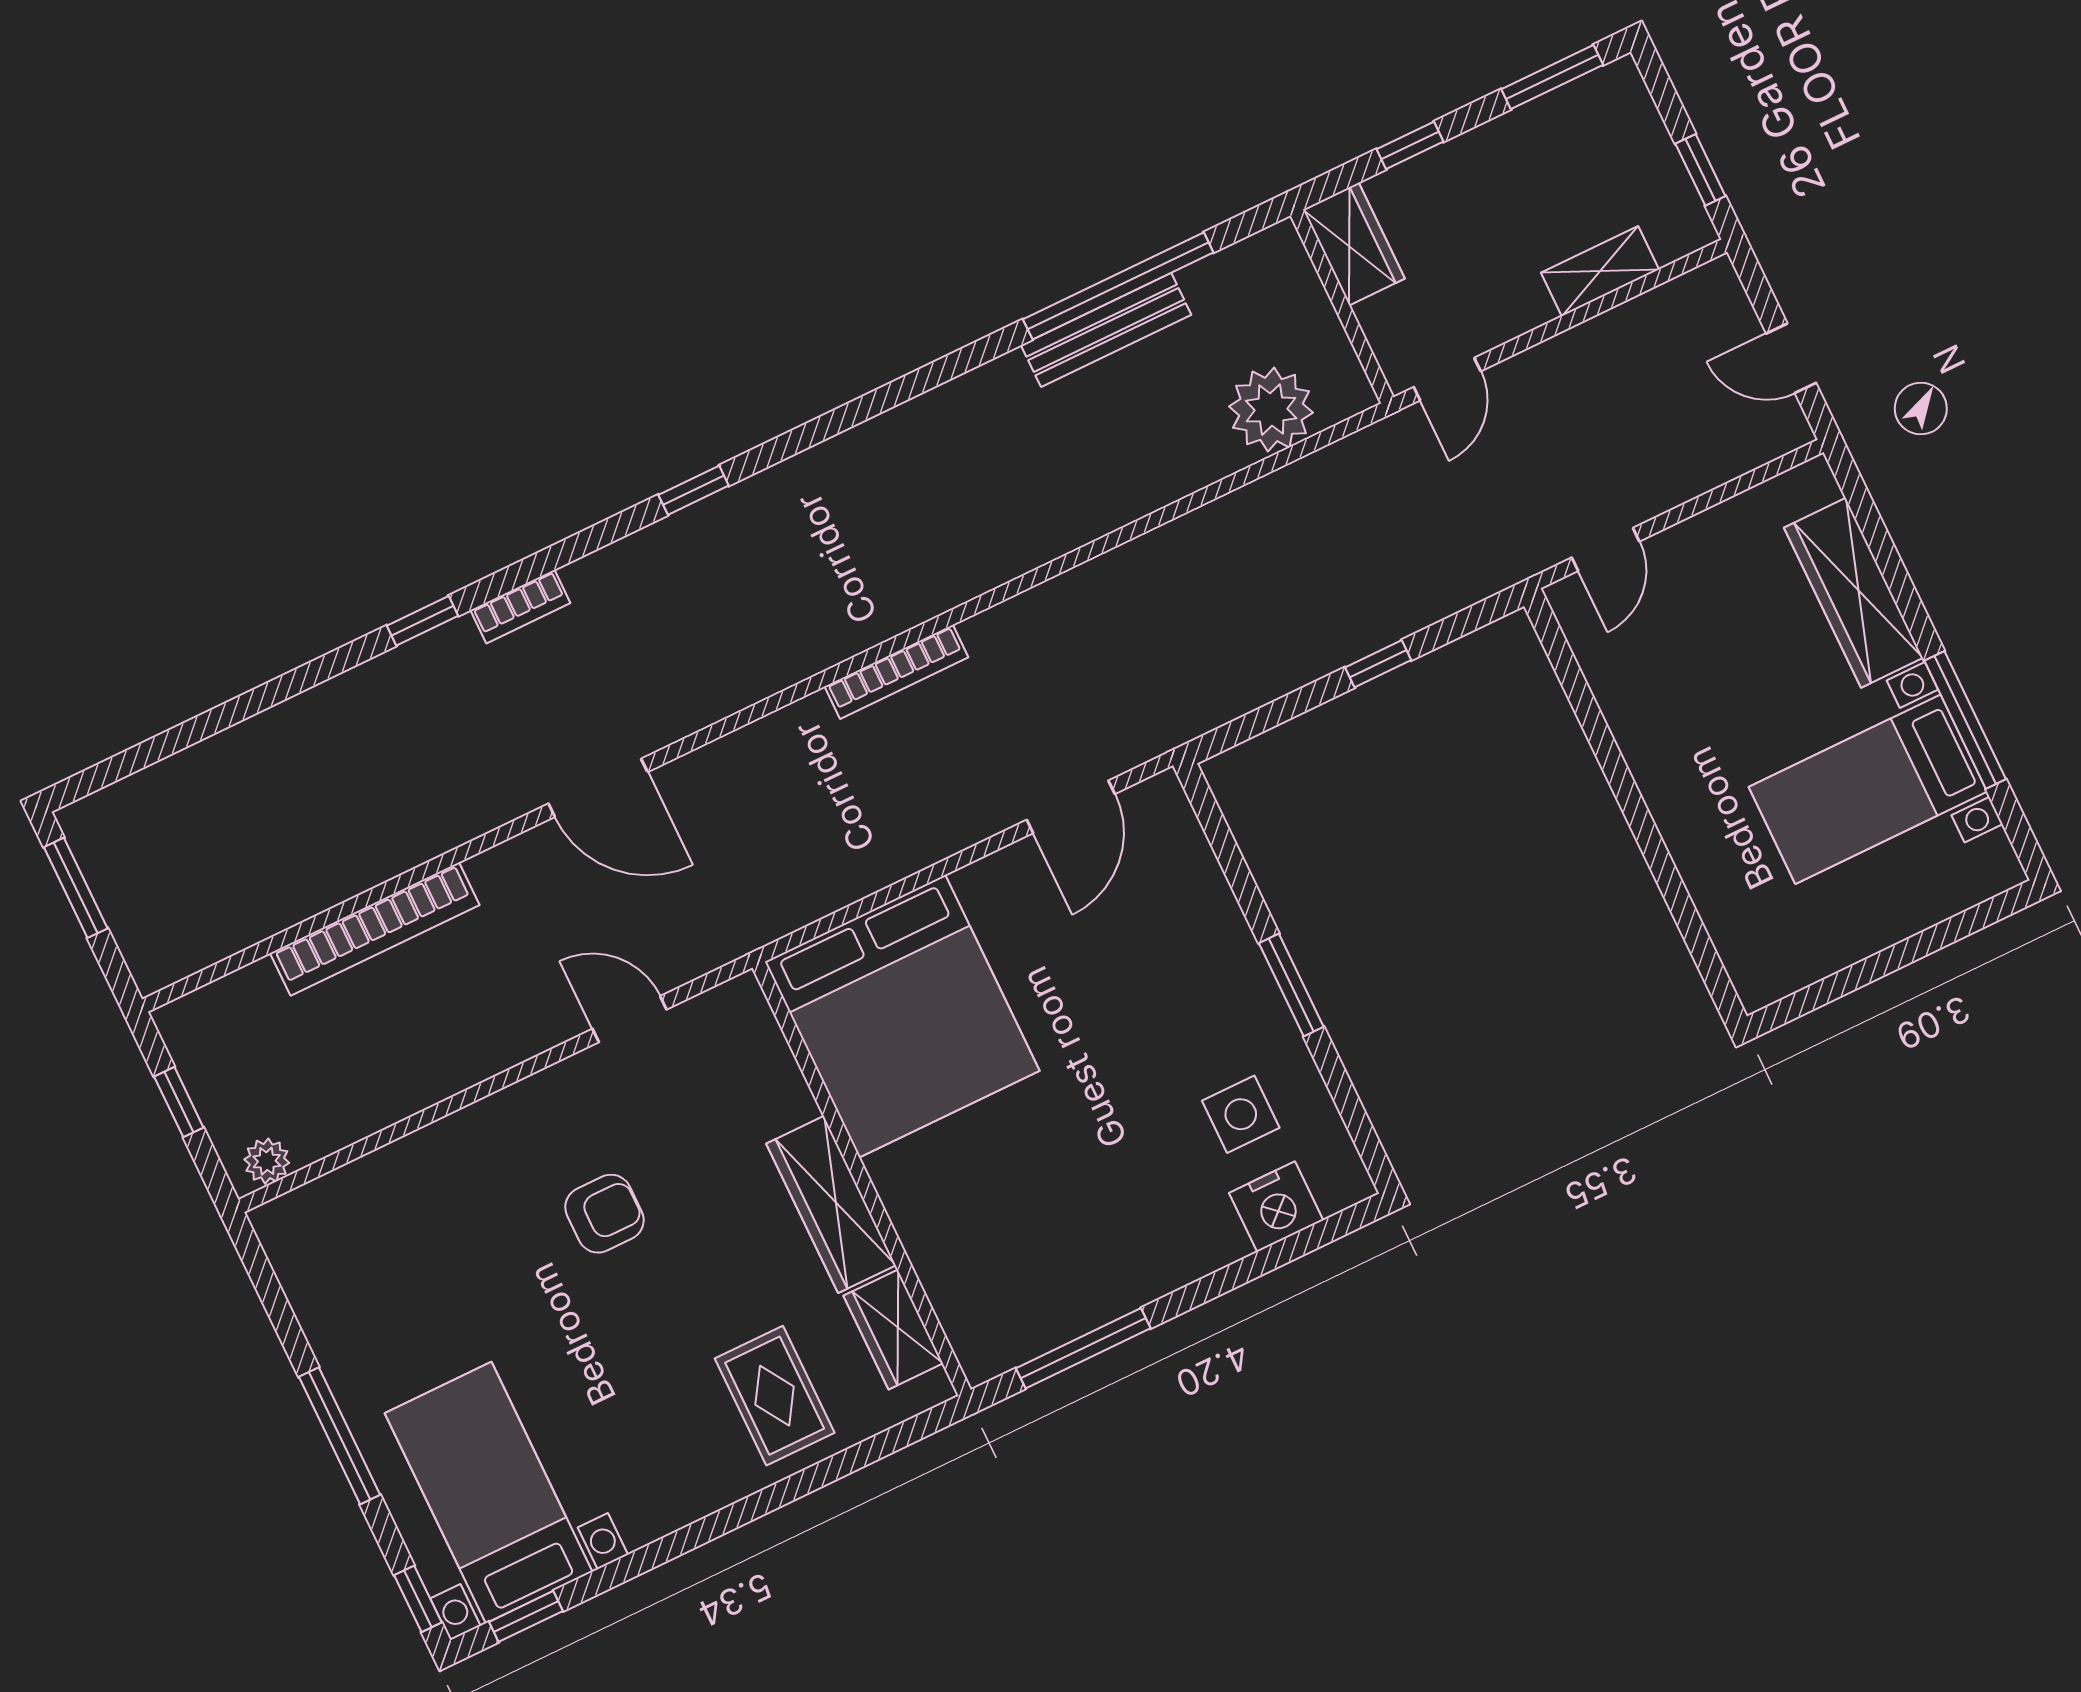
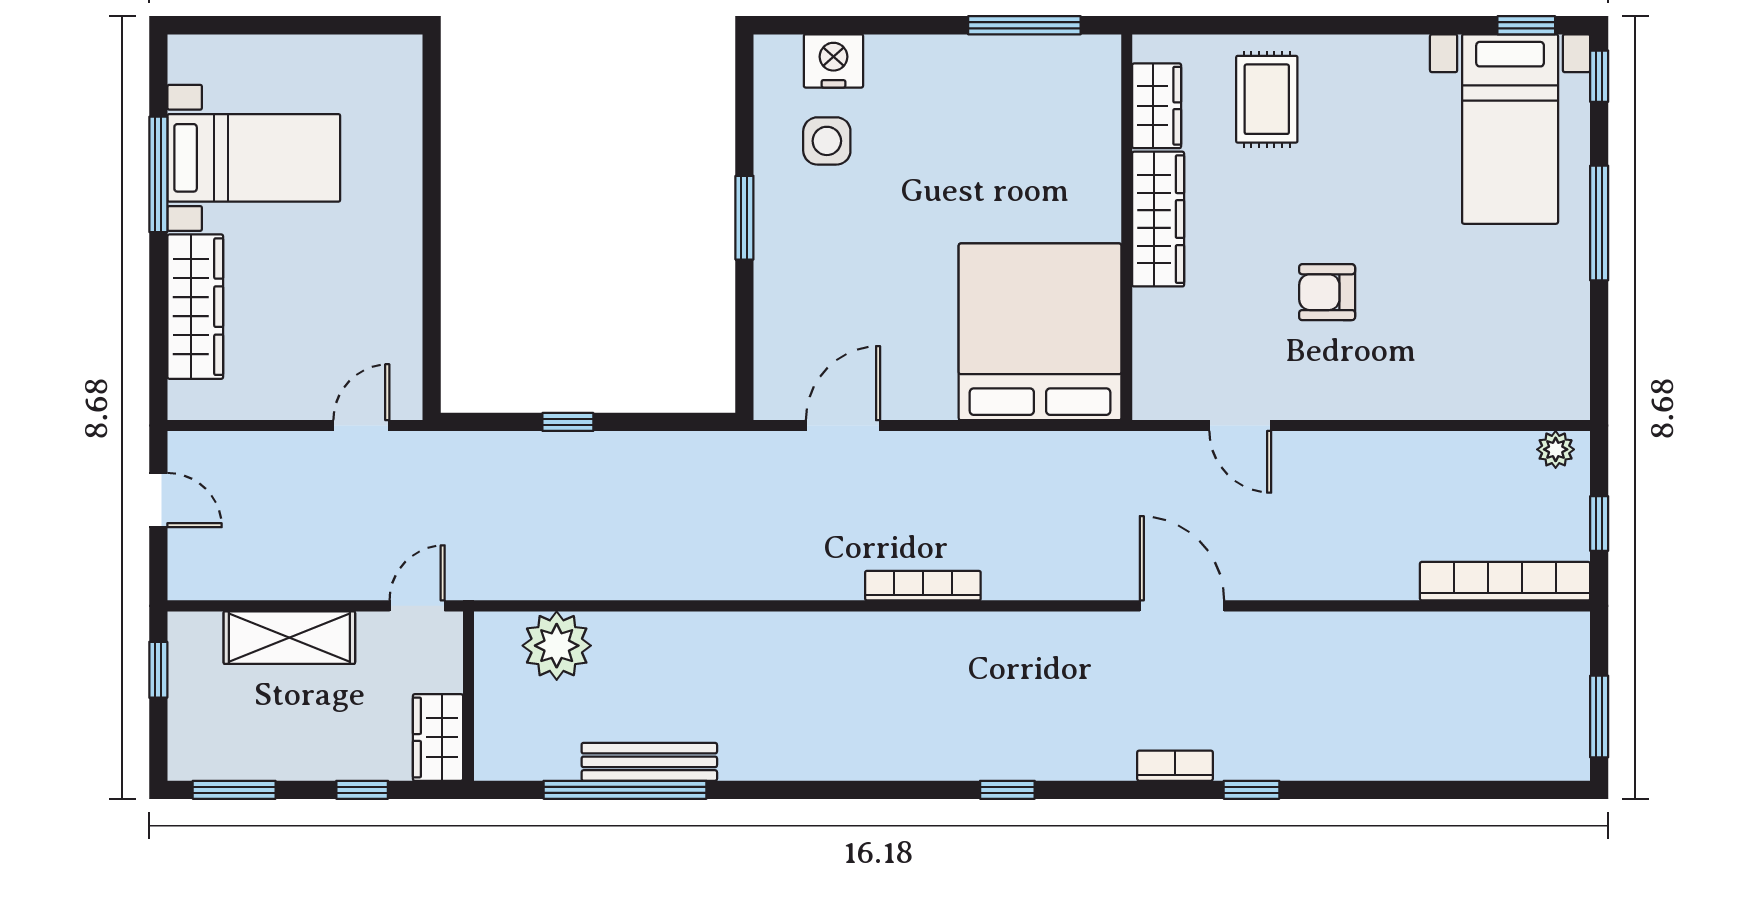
shelving: (1600, 271) -> (289, 638), width x1.50, depth x1.33
bookcase: (375, 929) -> (1505, 581), moved

